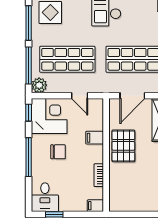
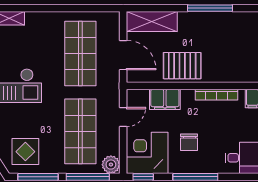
filing cabinet: (95, 138) -> (165, 99), width x2.00
chair: (58, 152) -> (189, 142), turned 180
bookcase: (99, 175) -> (217, 95), width x1.56

